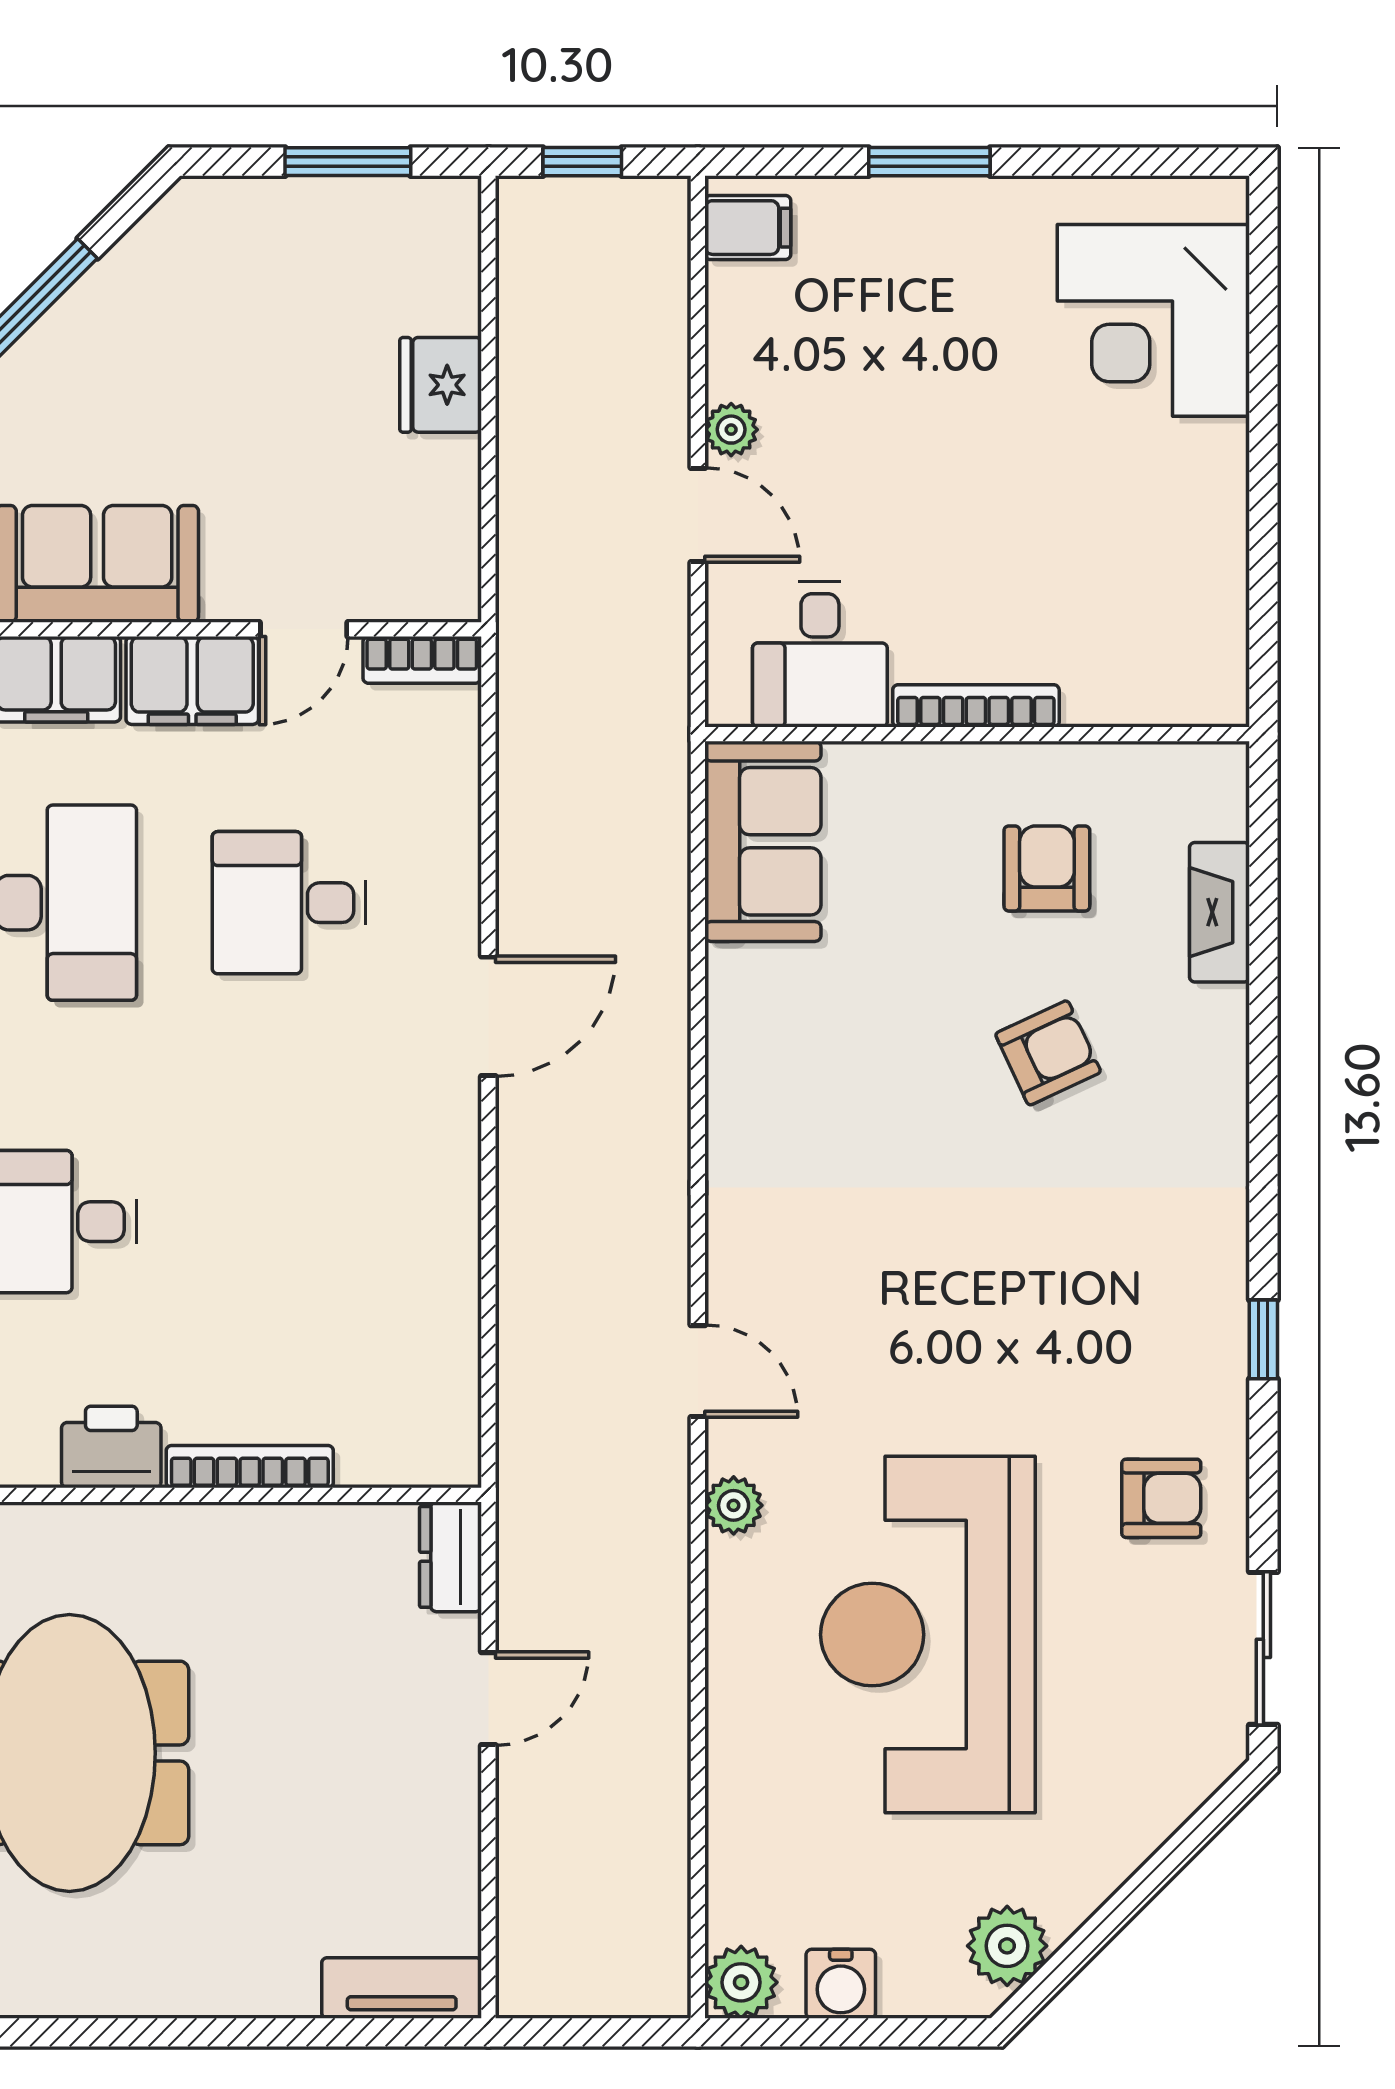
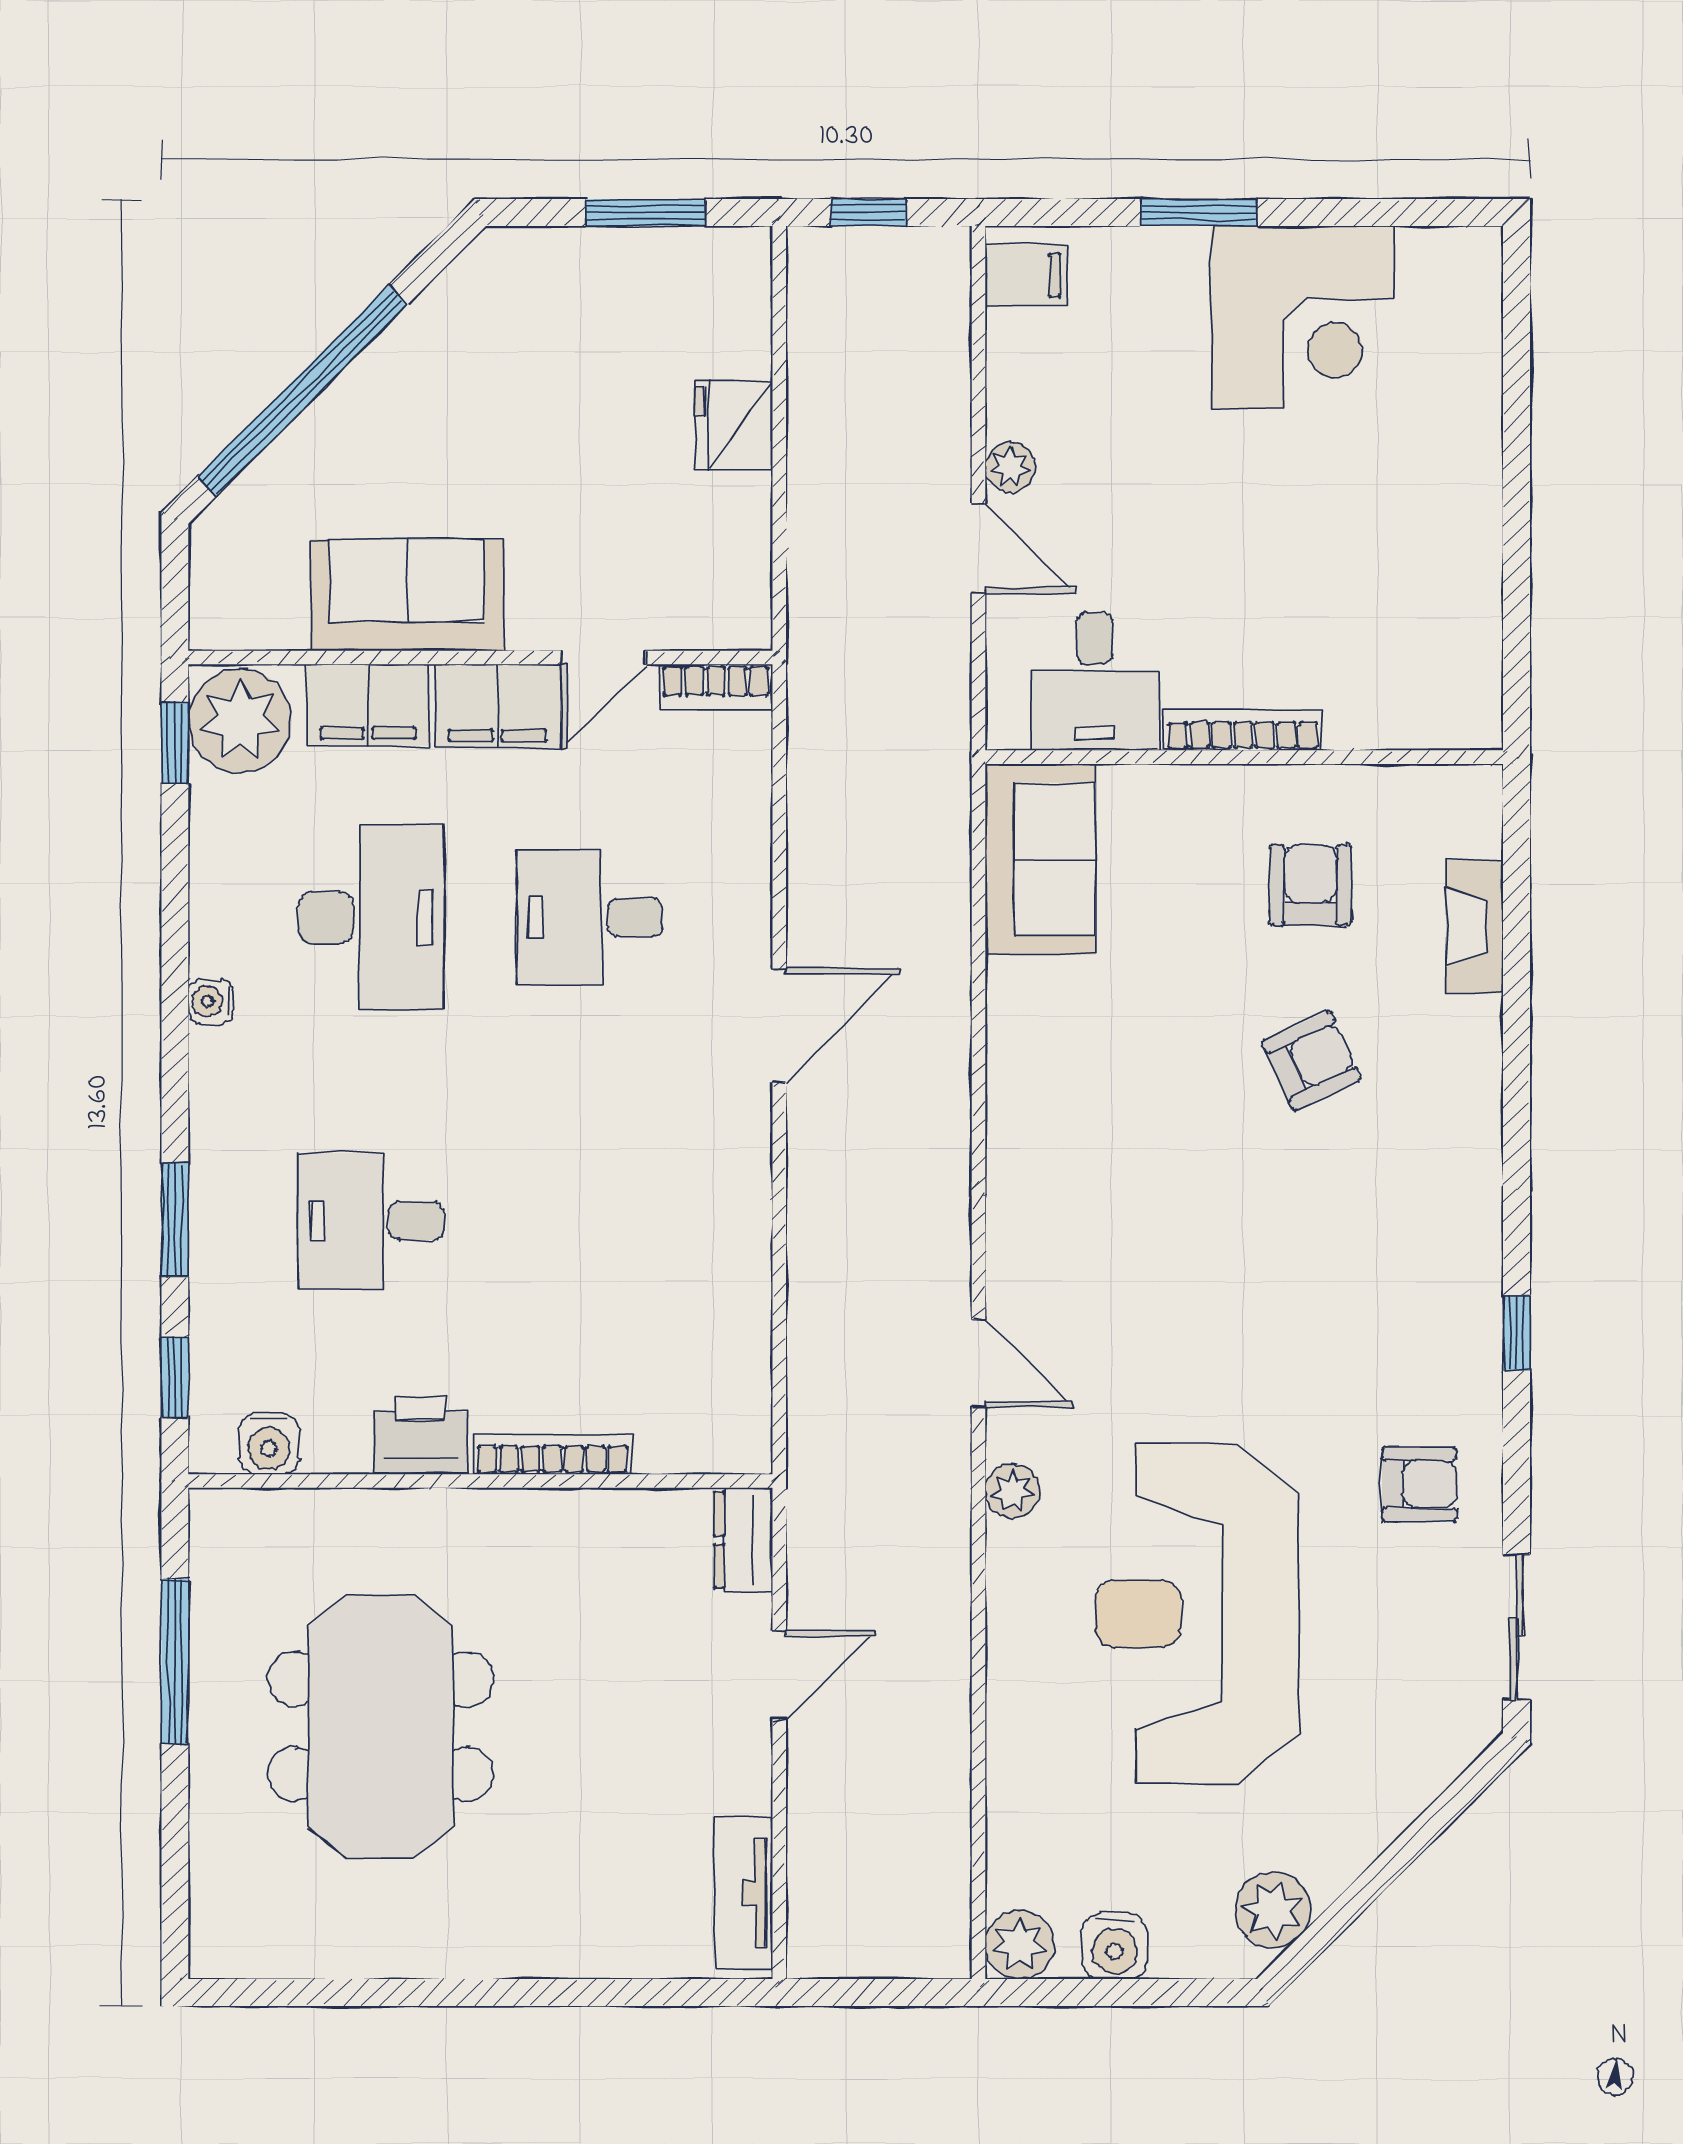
corner desk: (1153, 320) -> (1302, 317), moved, turned -90
tv unit: (402, 1988) -> (744, 1893), moved, turned -90

